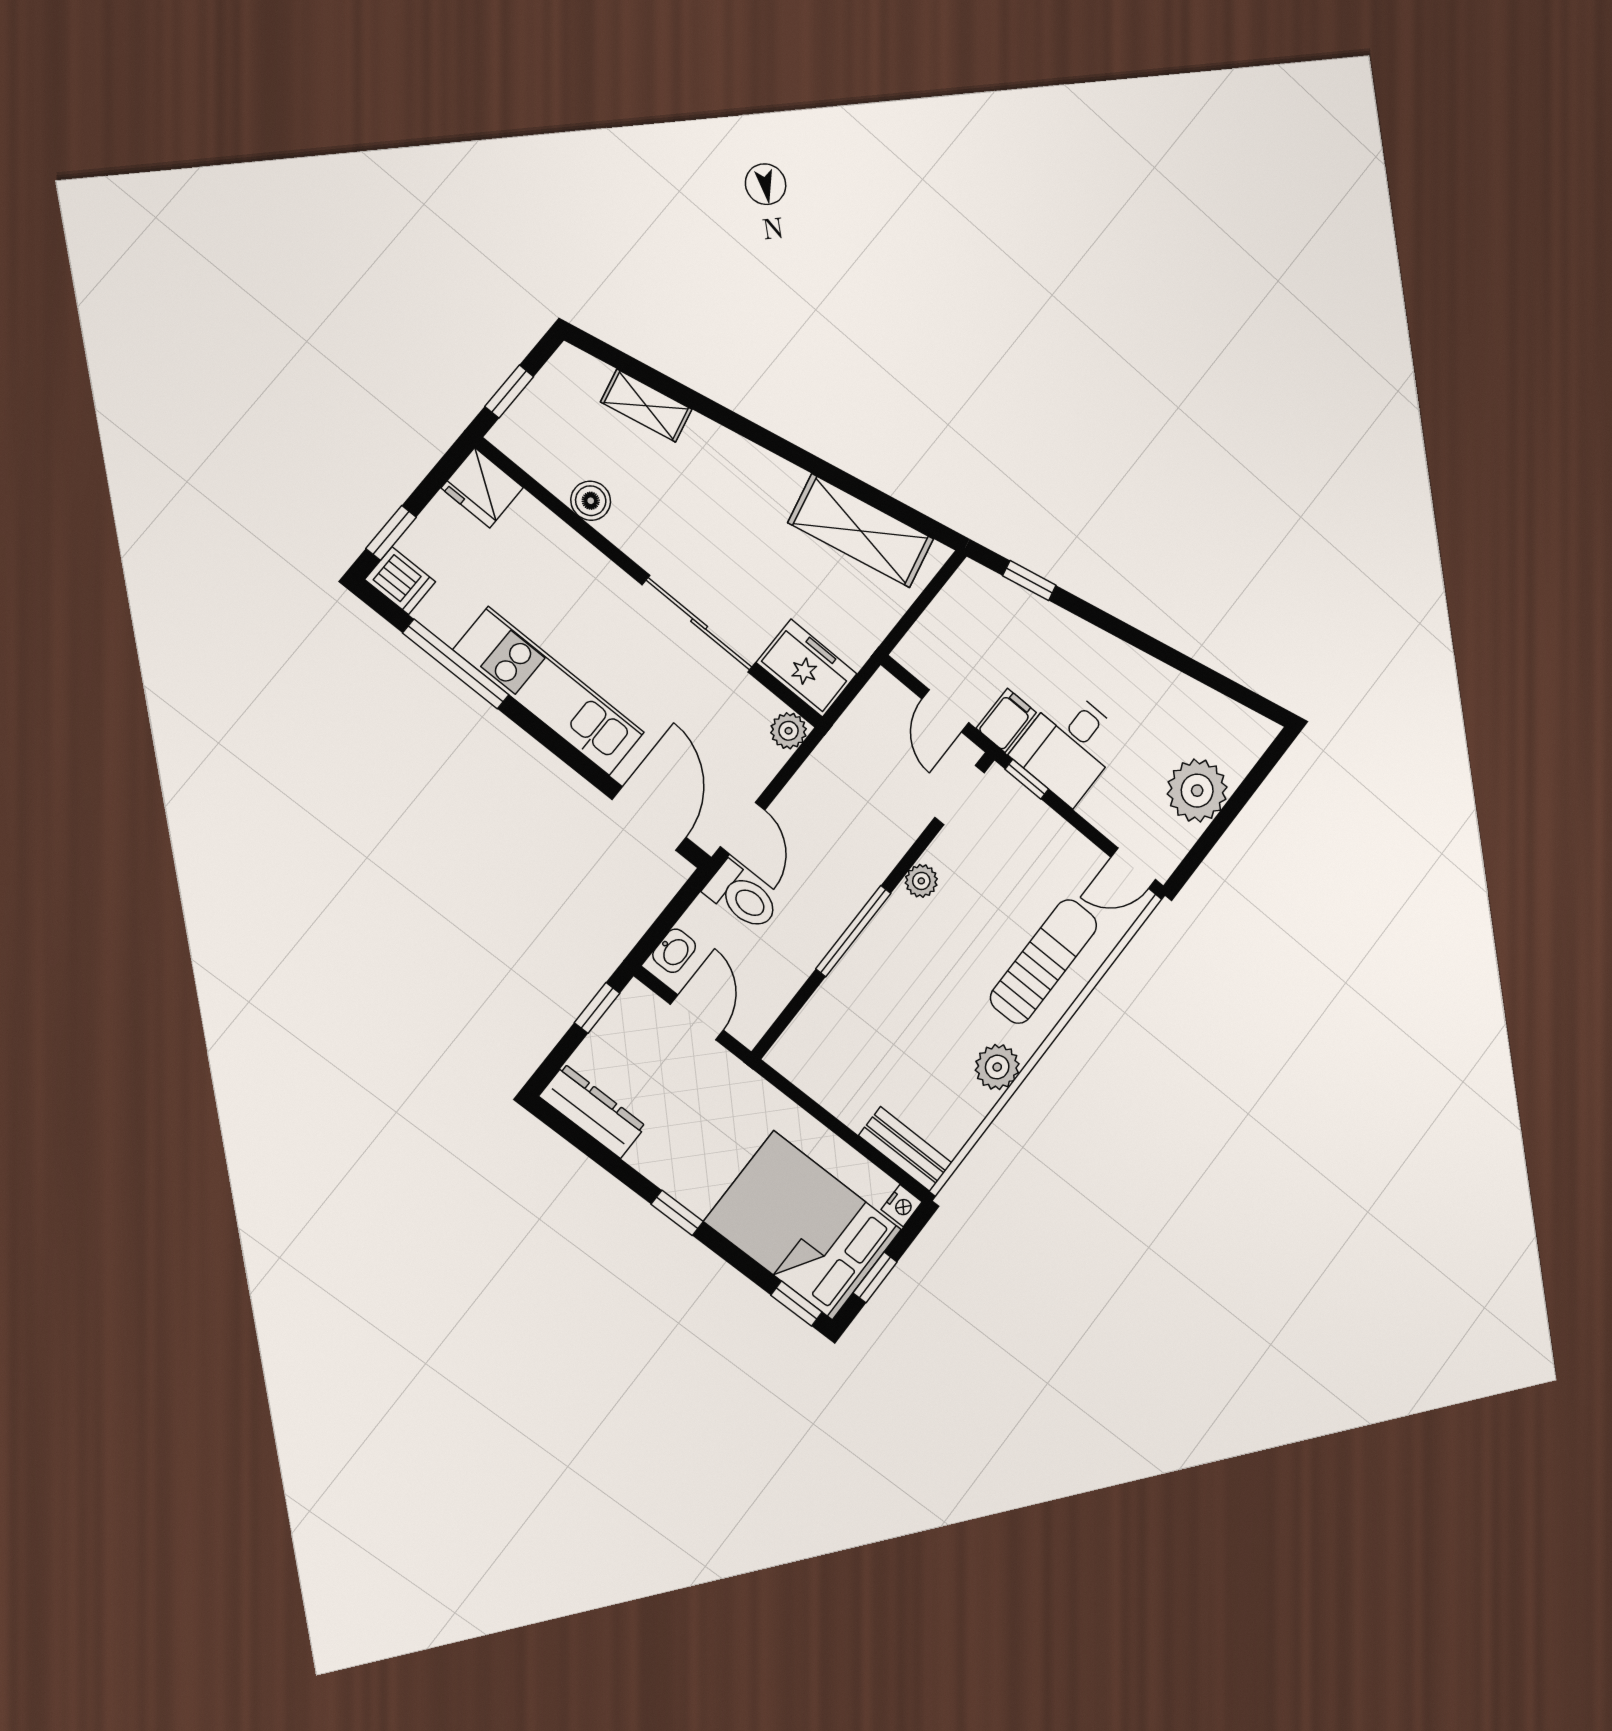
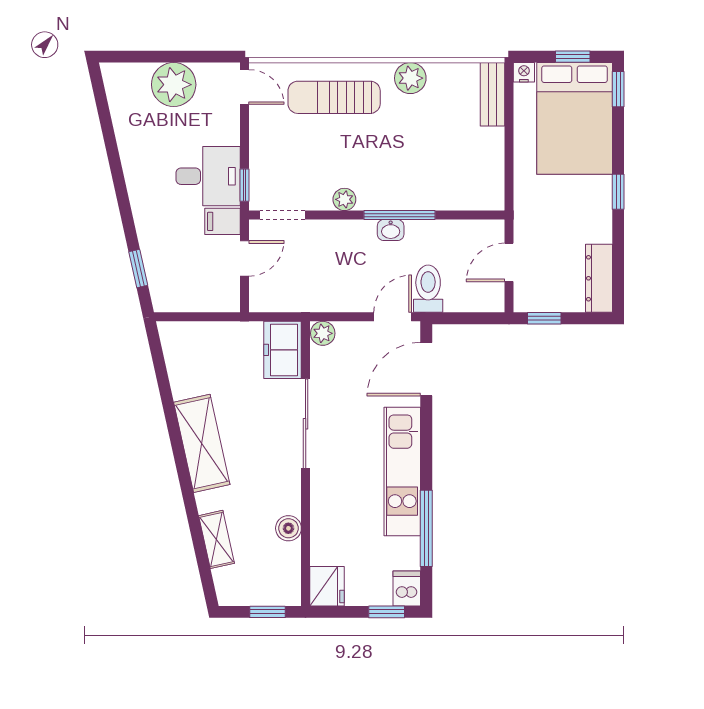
shelving: (861, 531) -> (202, 443), moved
washbasin: (674, 951) -> (391, 230), moved, turned 180

